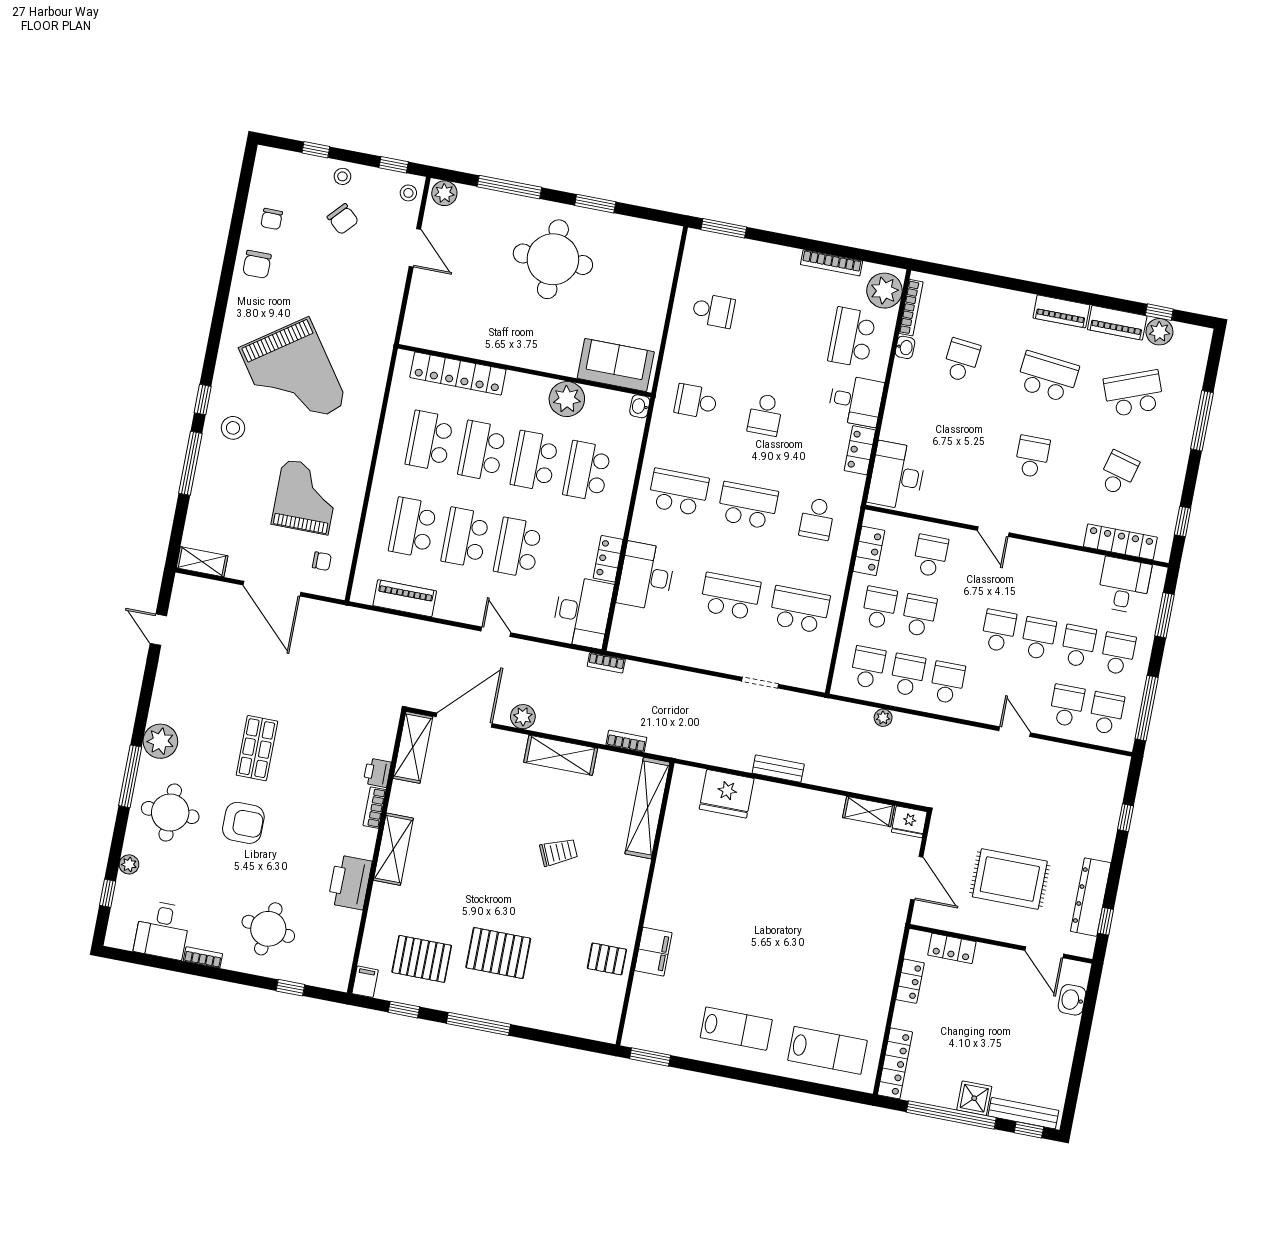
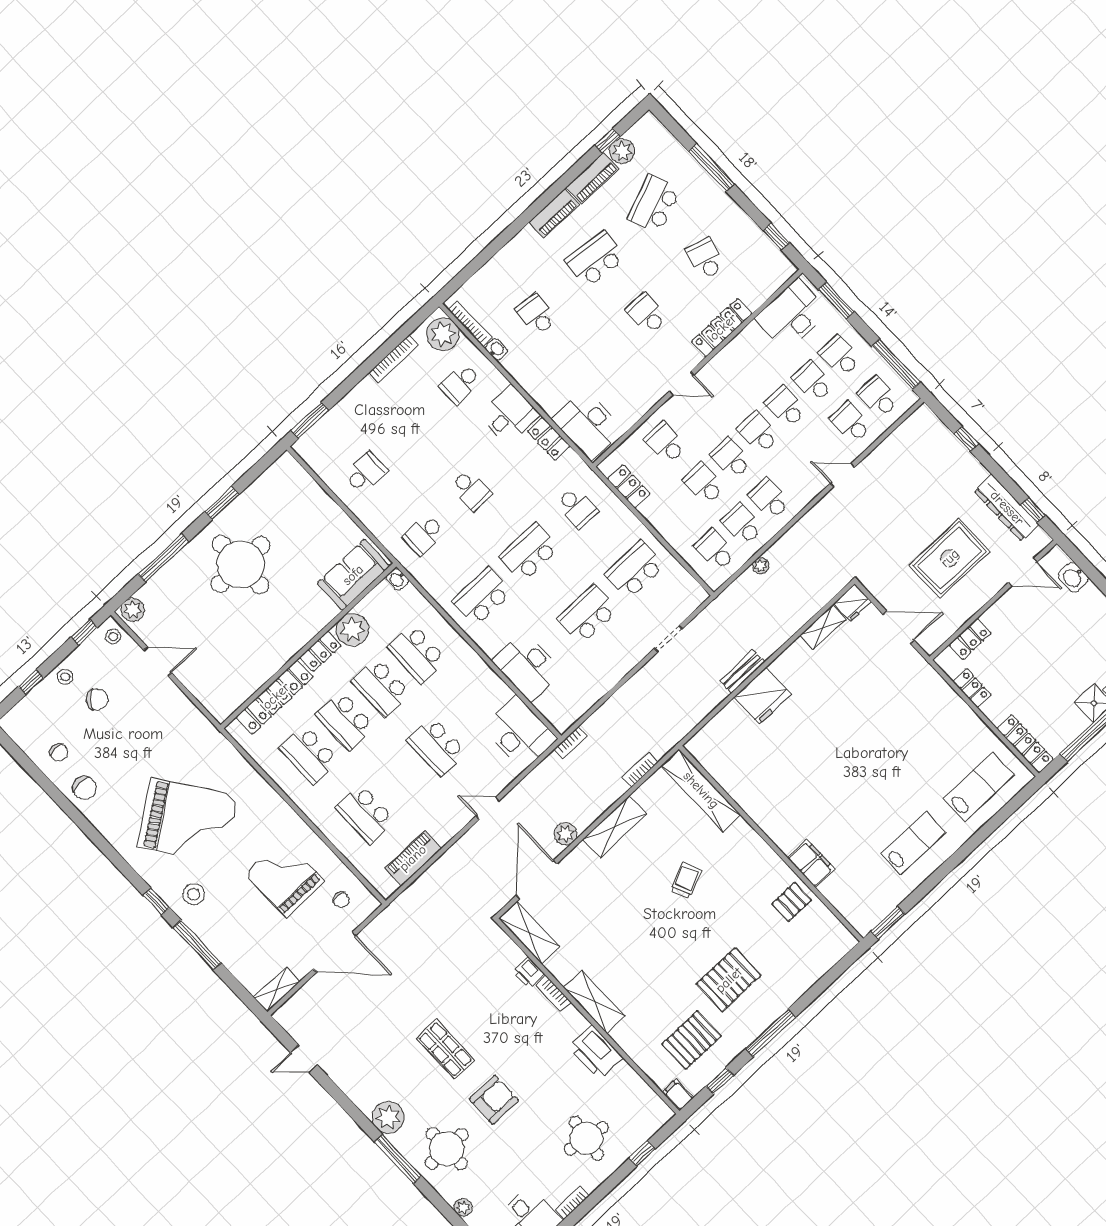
school desk: (852, 337) -> (460, 384), width x0.54
school desk: (465, 538) -> (401, 780), removed
locker: (1120, 542) -> (722, 328), moved
locker: (608, 559) -> (320, 651), moved, turned -90
chair: (322, 561) -> (341, 900), turned 90
desk: (1124, 585) -> (792, 315), width x1.37
school desk: (879, 608) -> (731, 458), moved
fridge: (727, 794) -> (763, 696), moved

